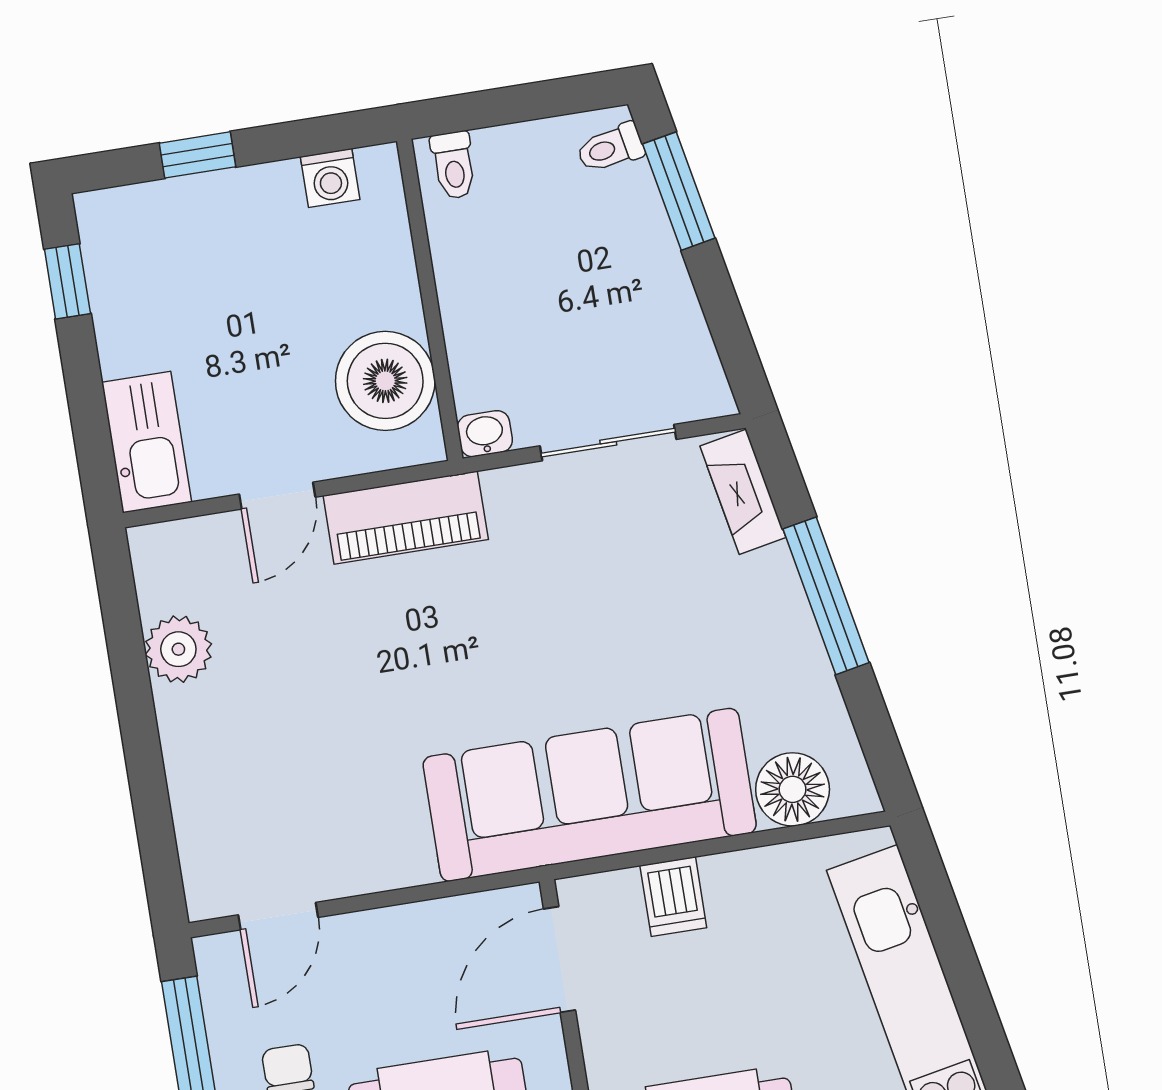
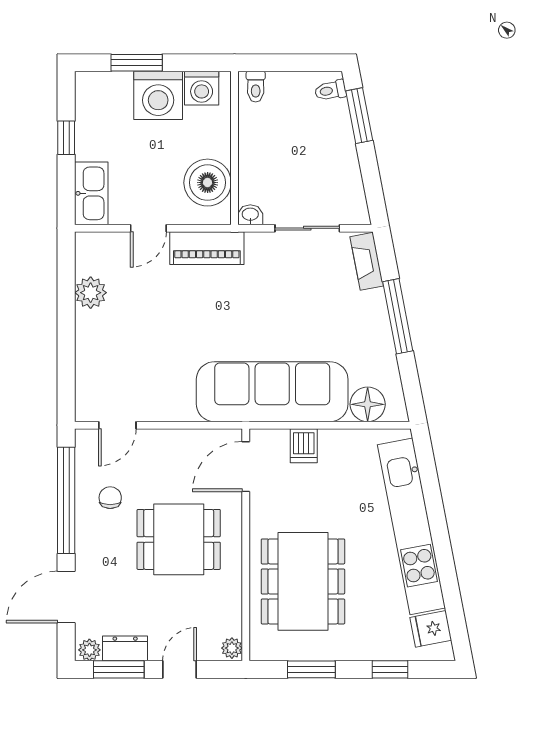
window: (197, 155) -> (137, 63), width x1.50
washing machine: (330, 178) -> (202, 88), width x1.38, depth x1.38
washing machine: (253, 216) -> (158, 95), added
window: (67, 281) -> (66, 138), moved

